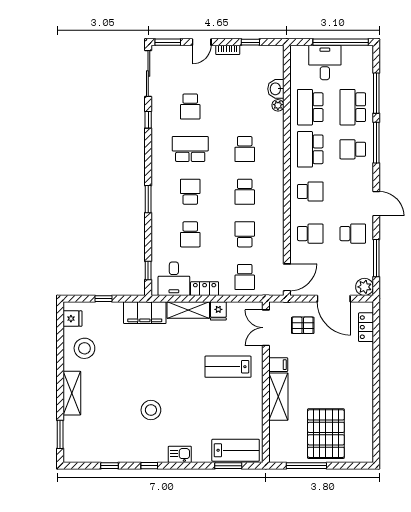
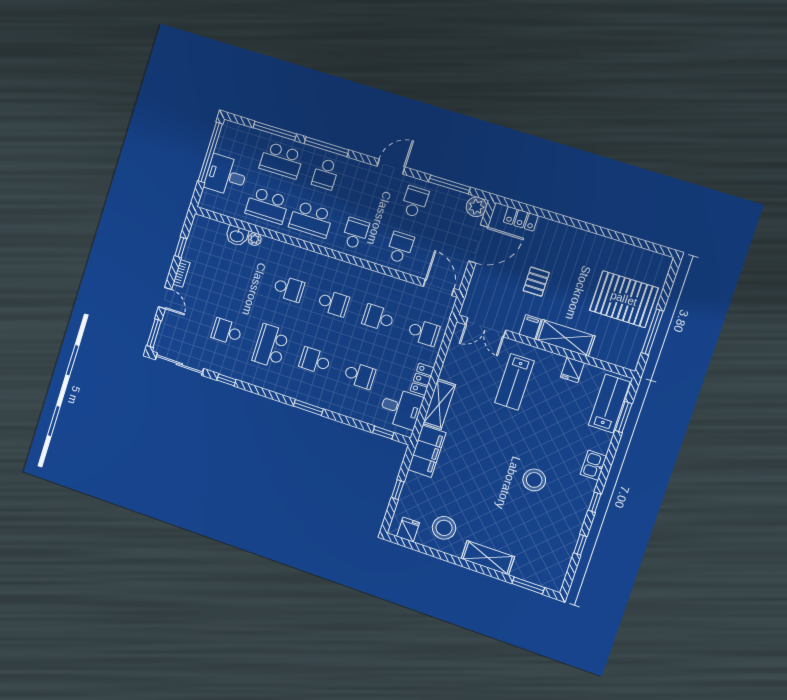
school desk: (190, 106) -> (227, 332), turned 180
fridge: (218, 311) -> (572, 370), moved, turned 90
pallet: (303, 325) -> (536, 282), moved

